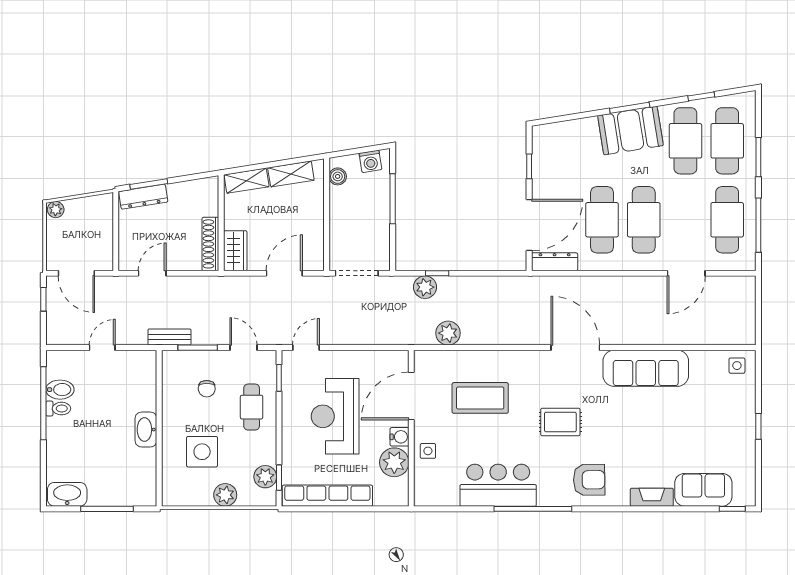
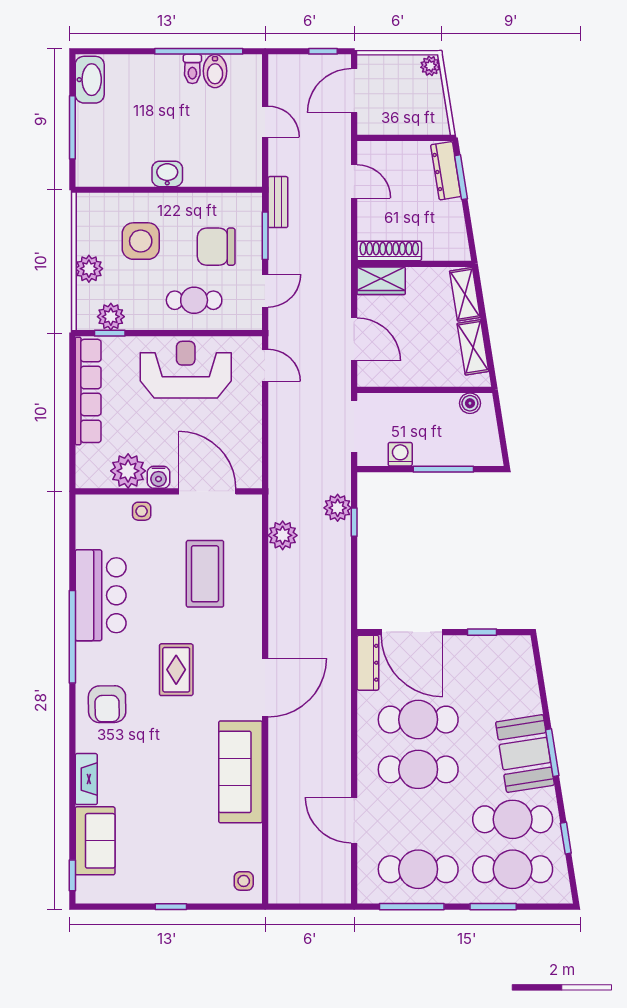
washing machine: (370, 161) -> (400, 454), moved, turned 99
window: (279, 378) -> (229, 333), removed
chair: (207, 389) -> (216, 247), width x1.87, depth x1.87
reception desk: (335, 416) -> (186, 370), moved
washbasin: (146, 430) -> (167, 174), width x0.72

